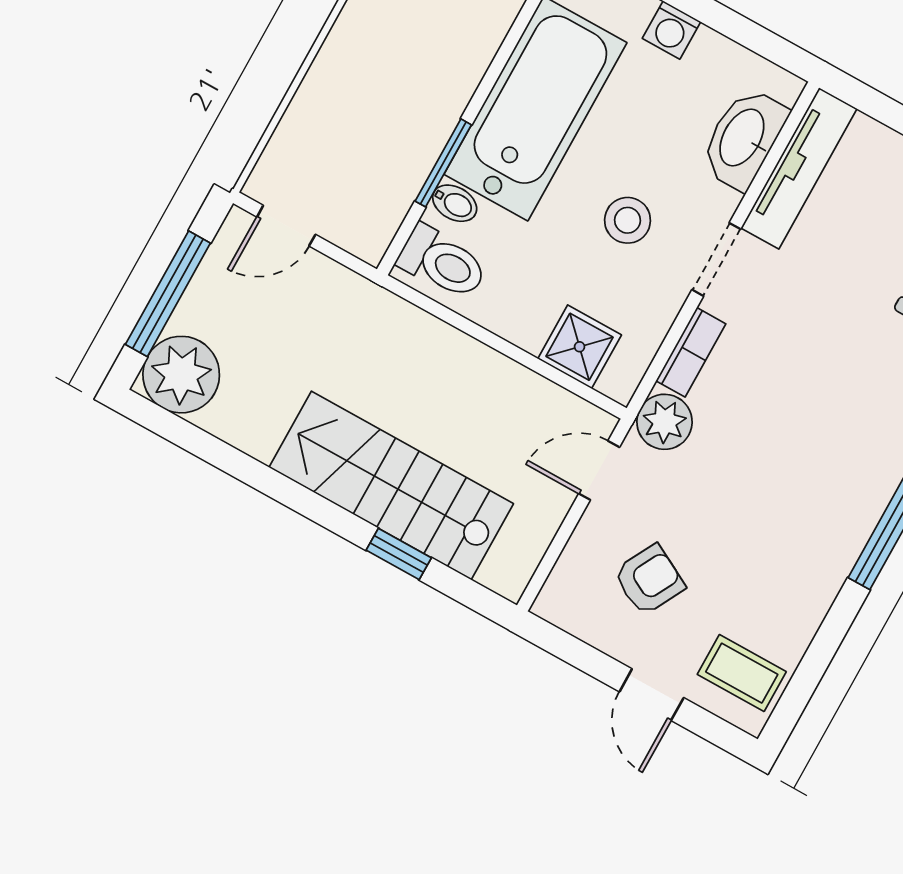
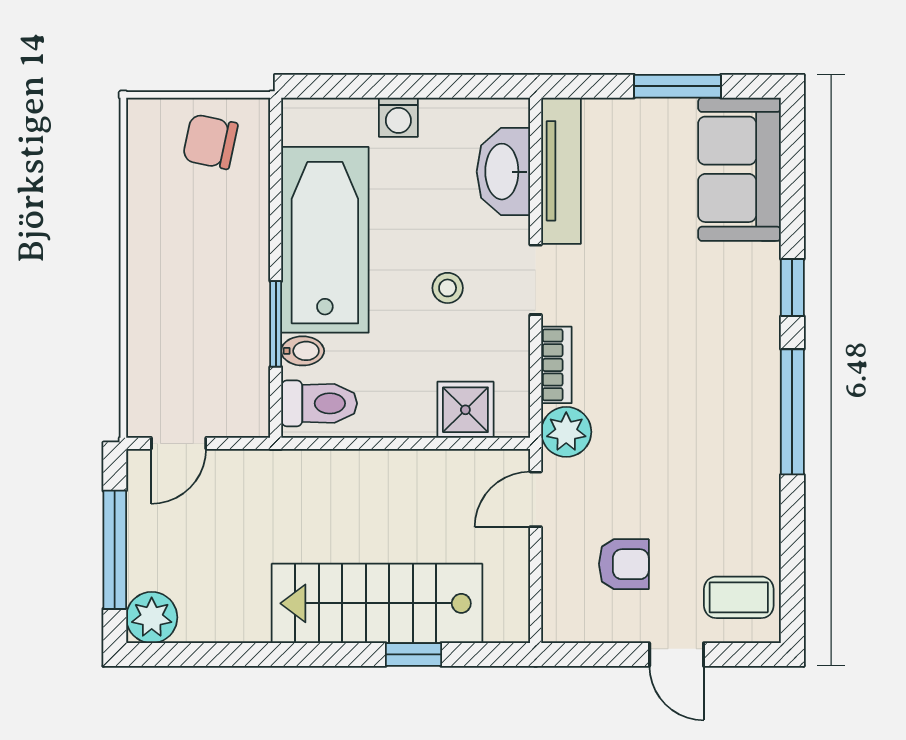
stool: (628, 220) -> (448, 288), width x0.73, depth x0.73
plant: (181, 375) -> (152, 617), width x0.73, depth x0.73
armchair: (649, 580) -> (624, 564), turned 62

